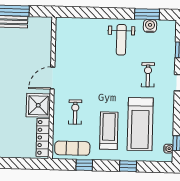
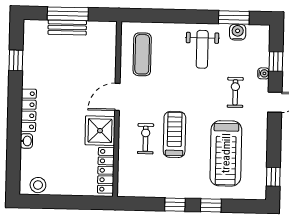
treadmill: (109, 131) -> (174, 134), moved
exercise mat: (72, 148) -> (142, 54), moved, turned 90
water cooler: (168, 149) -> (263, 73), moved
window: (84, 165) -> (175, 205), moved

